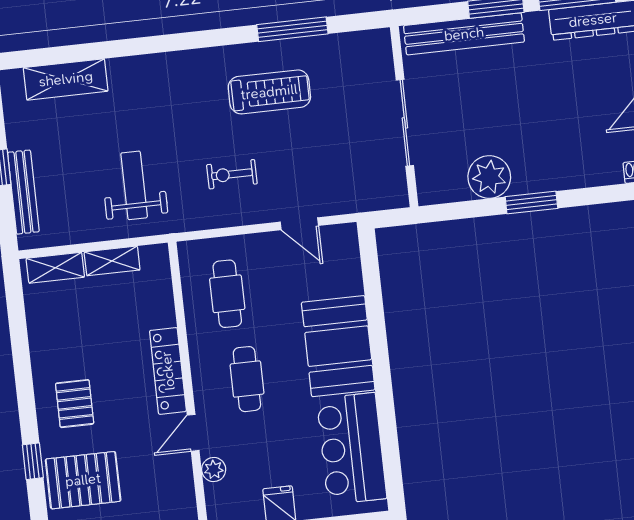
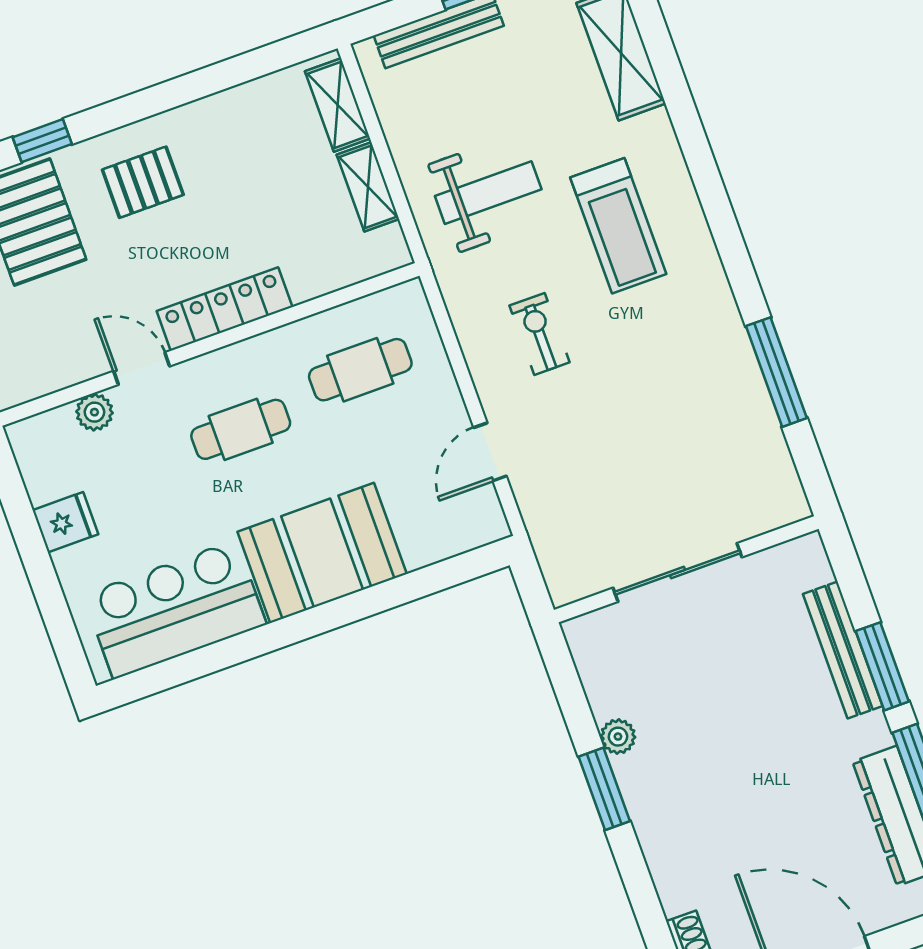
bench: (464, 34) -> (843, 650), width x0.73, depth x0.82
treadmill: (269, 92) -> (618, 226), moved
plant: (489, 177) -> (618, 737), width x0.53, depth x0.53

